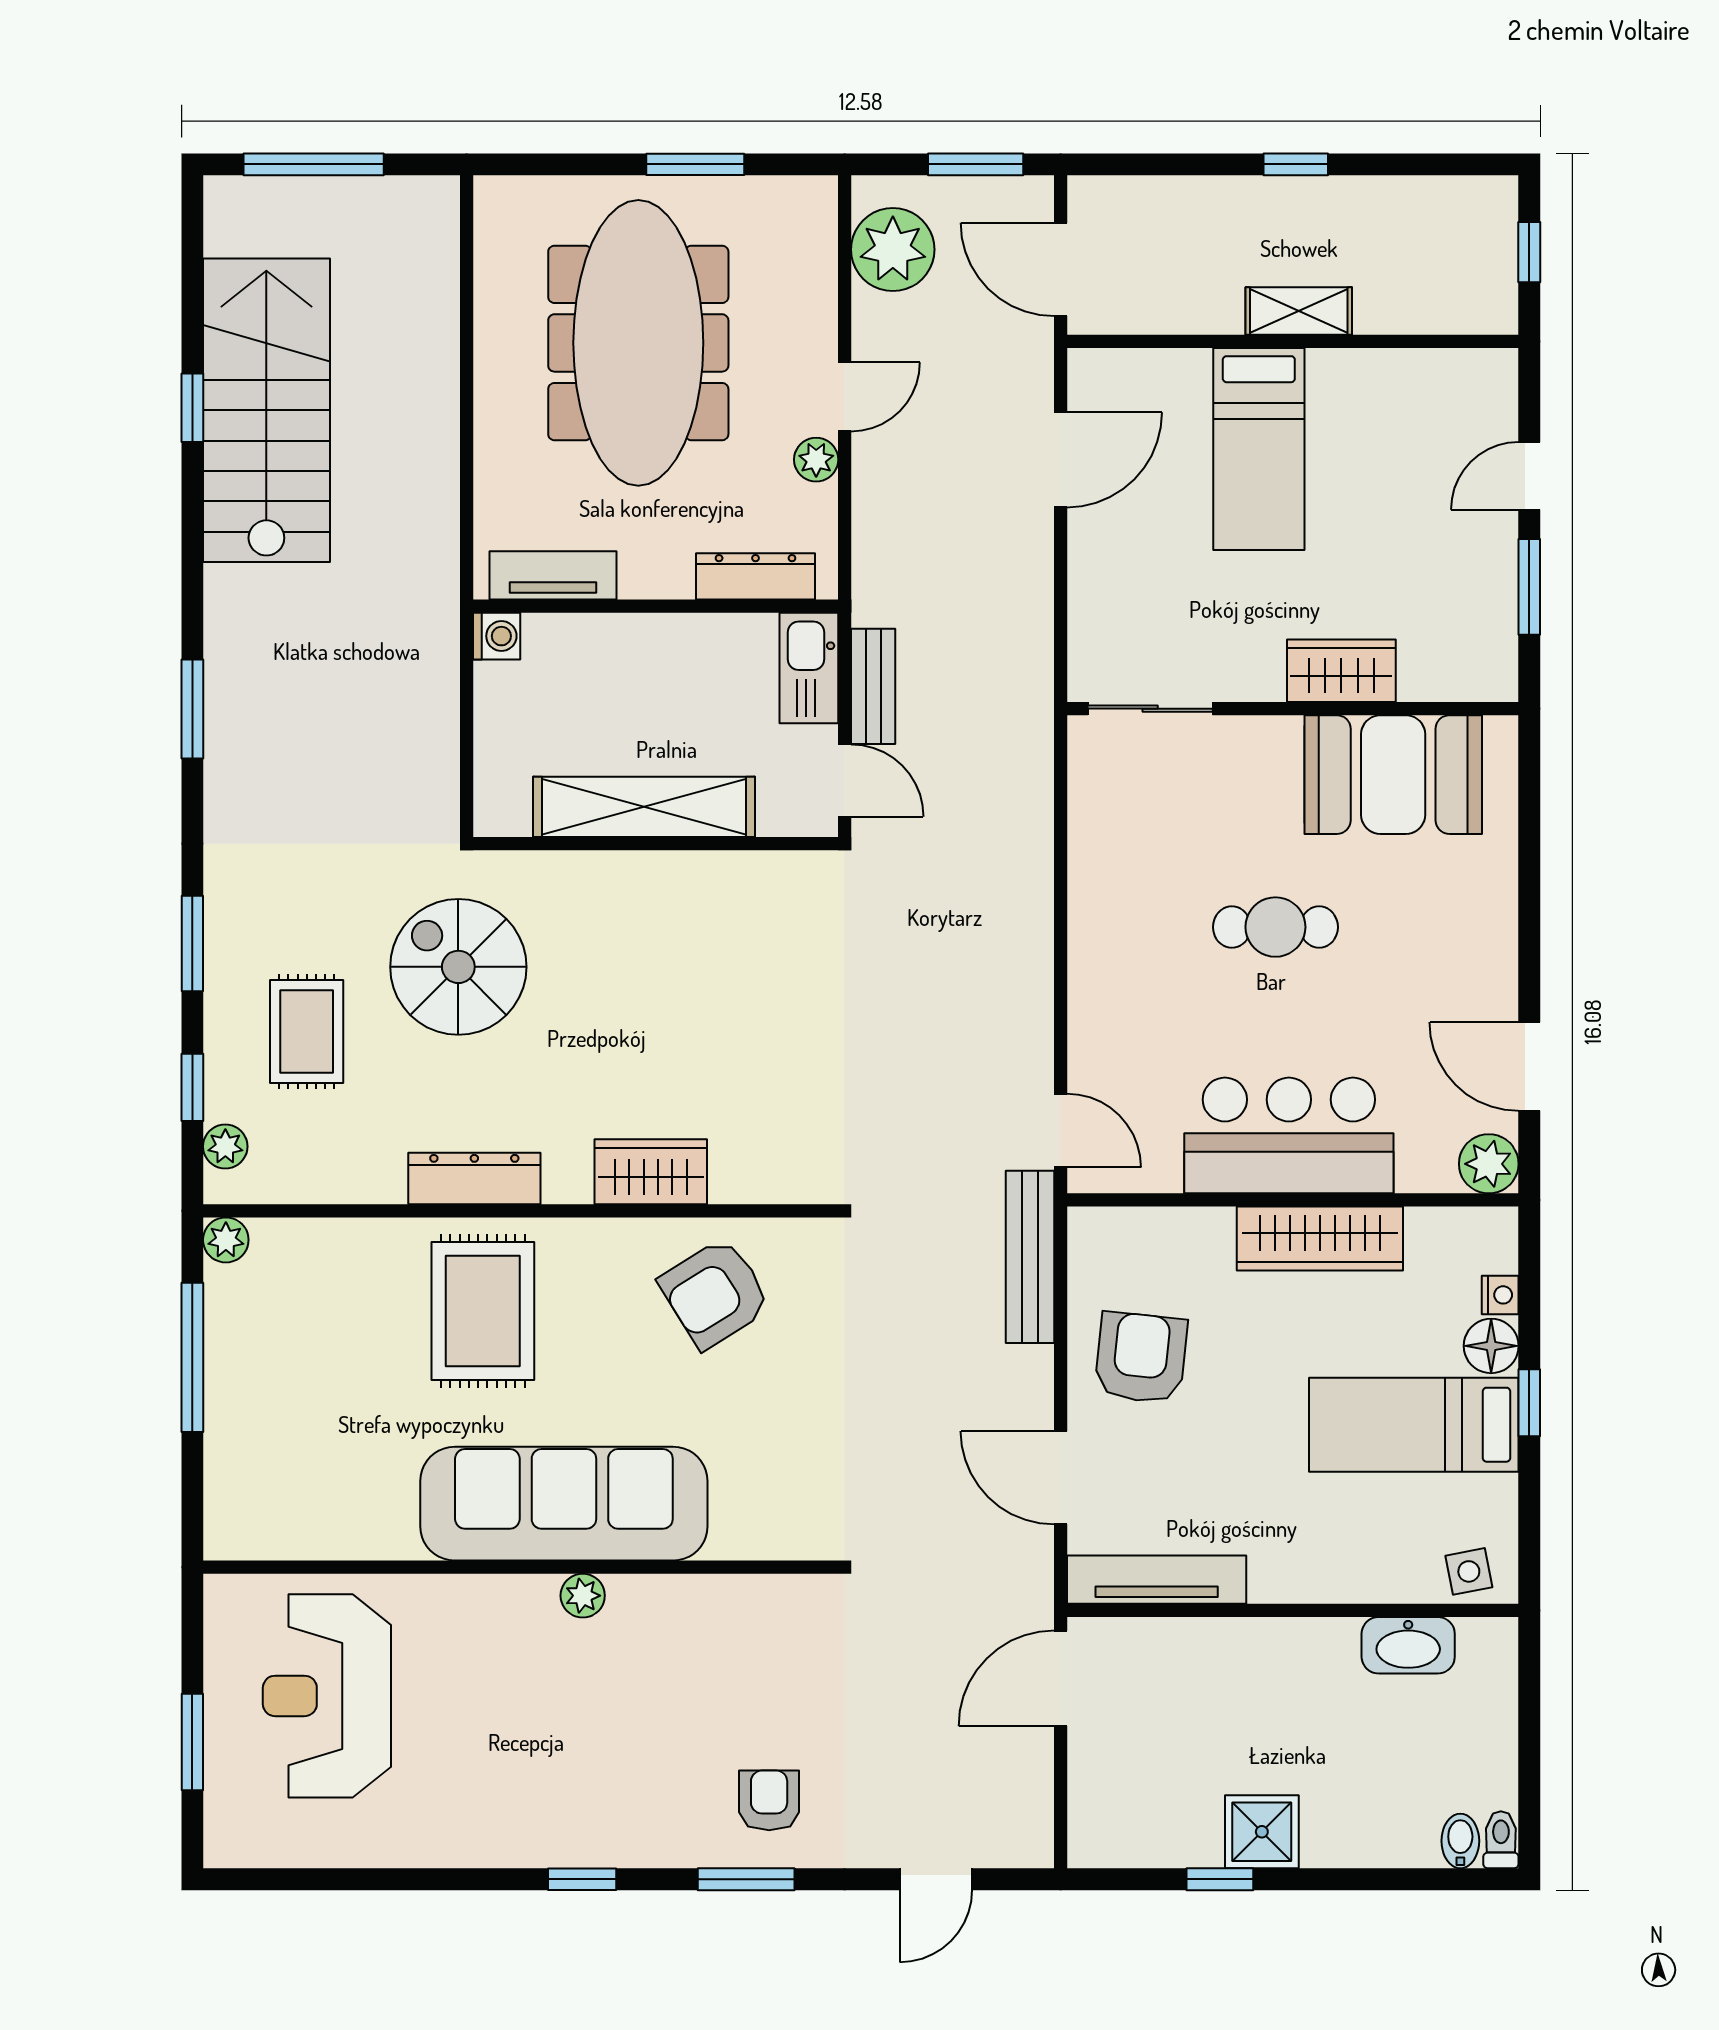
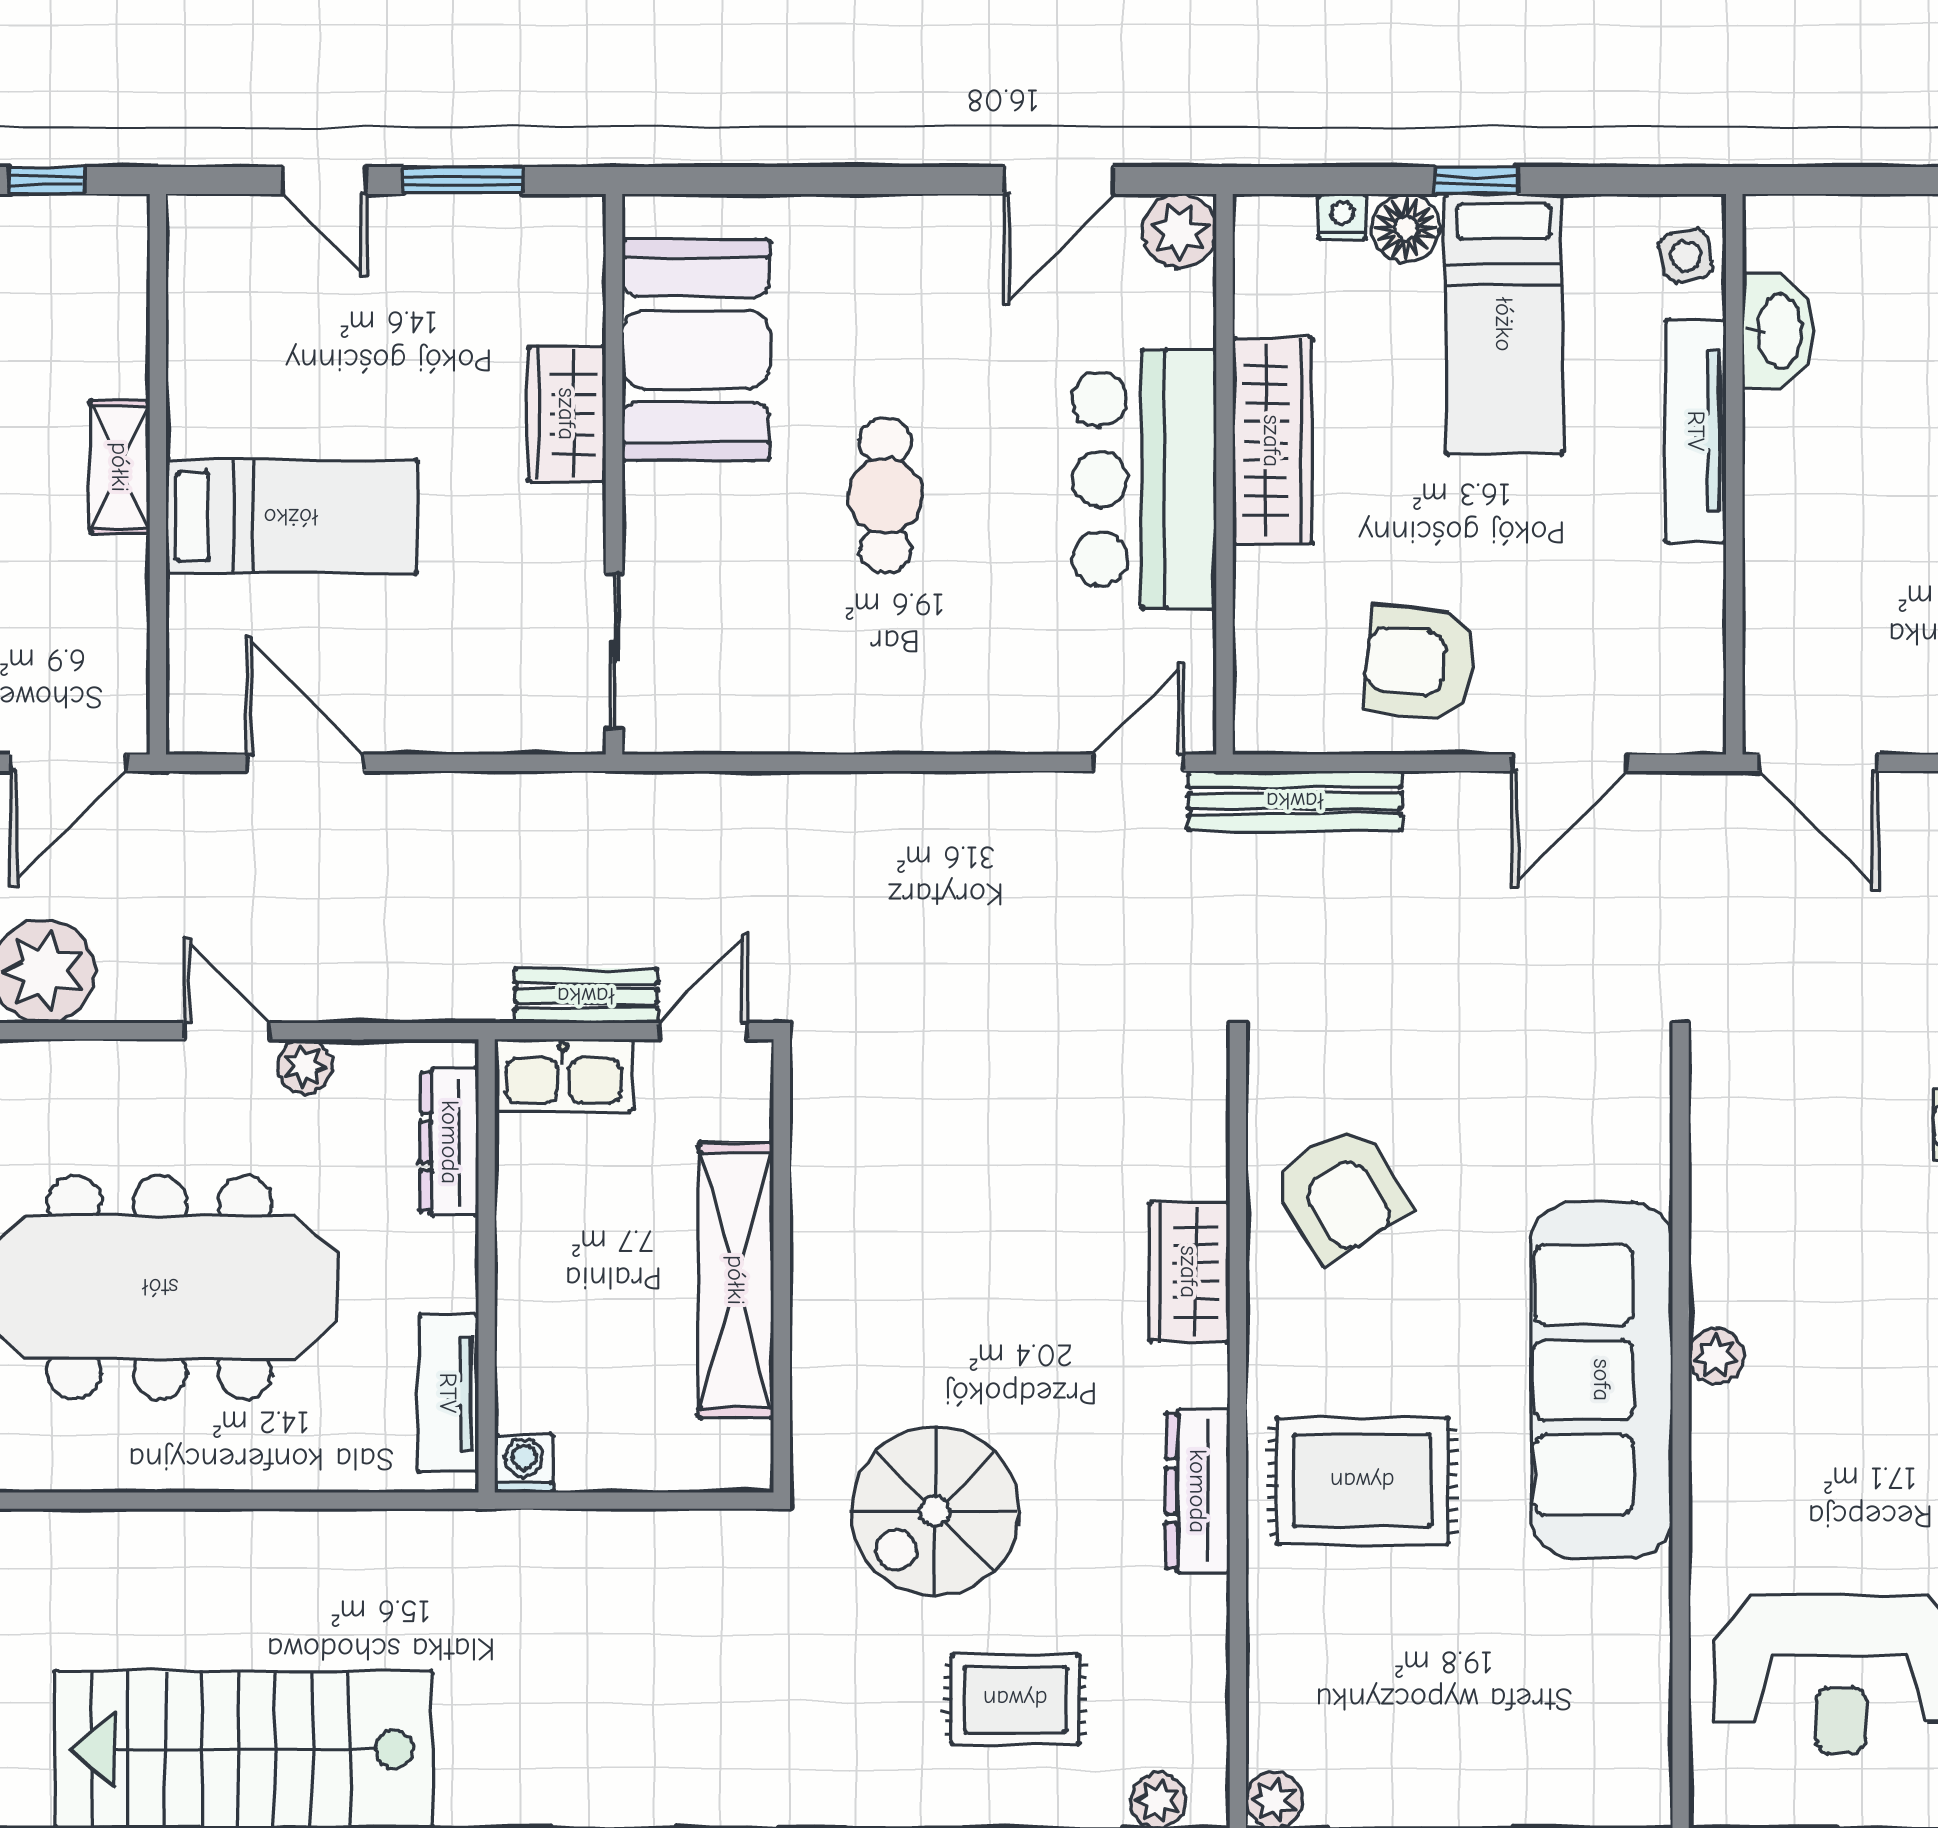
tv unit: (1157, 1580) -> (1696, 431), moved

